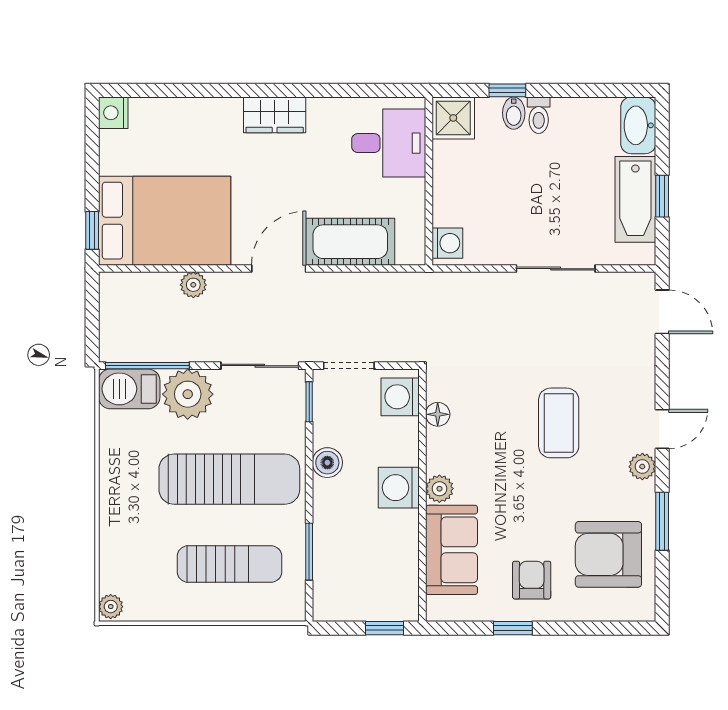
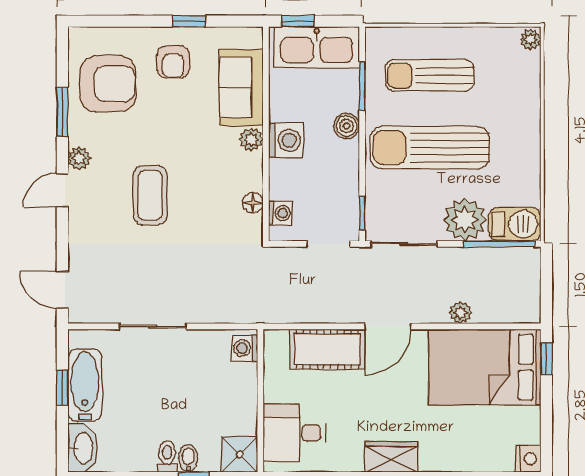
washing machine: (400, 397) -> (280, 213), width x0.73, depth x0.73
boiler: (327, 463) -> (347, 126), moved
kitchen sink: (363, 597) -> (317, 47), added

